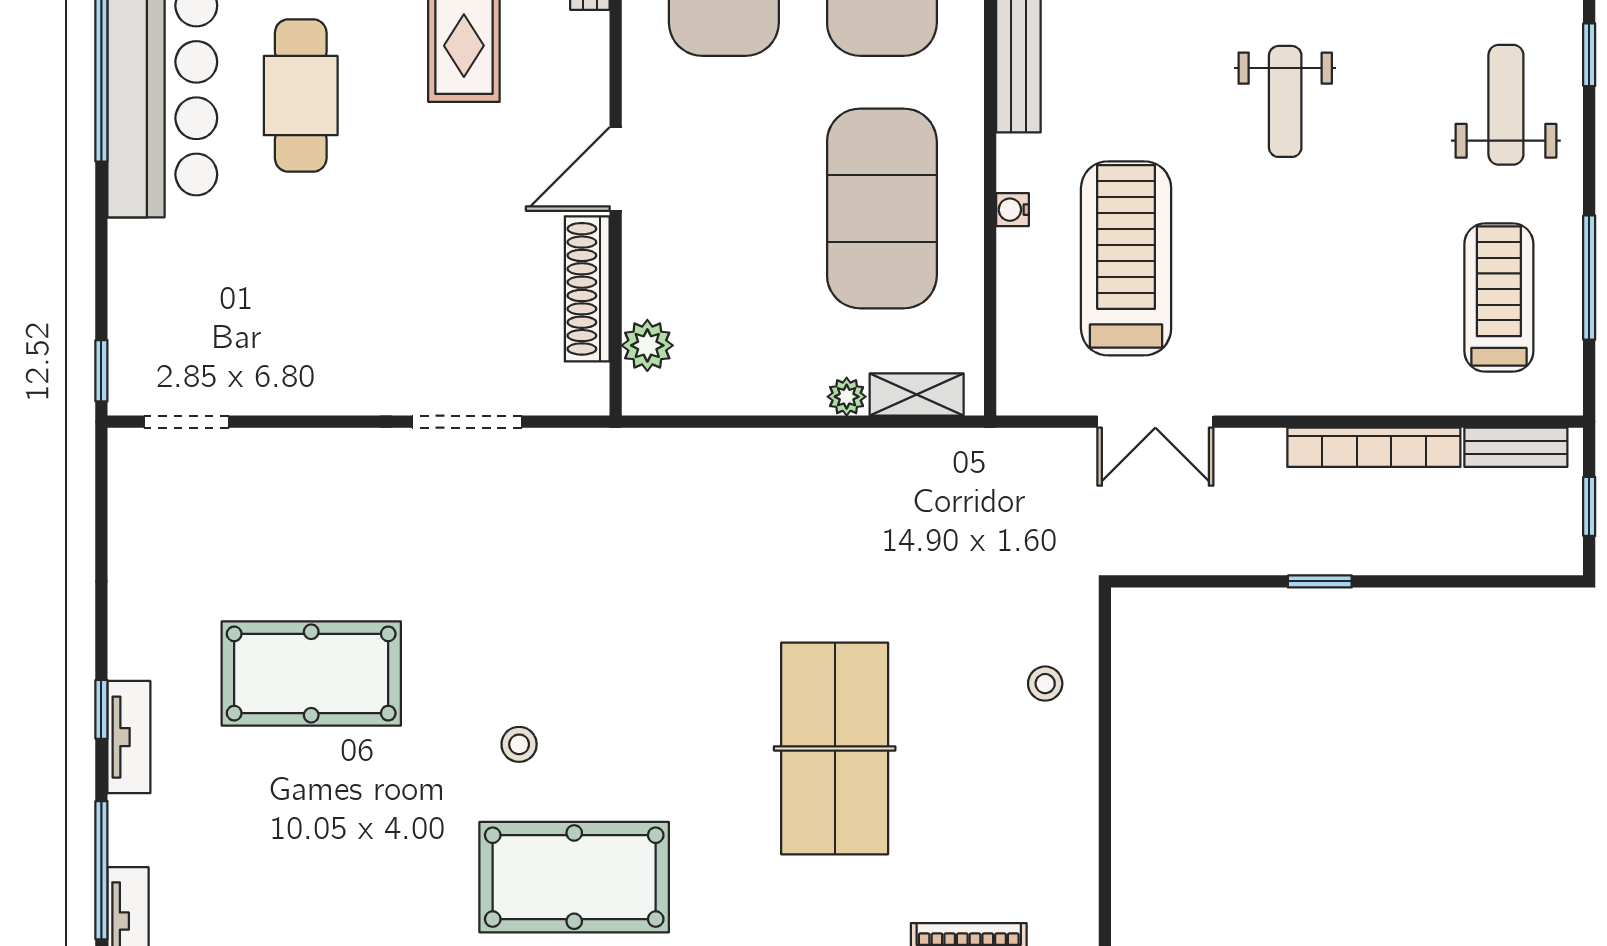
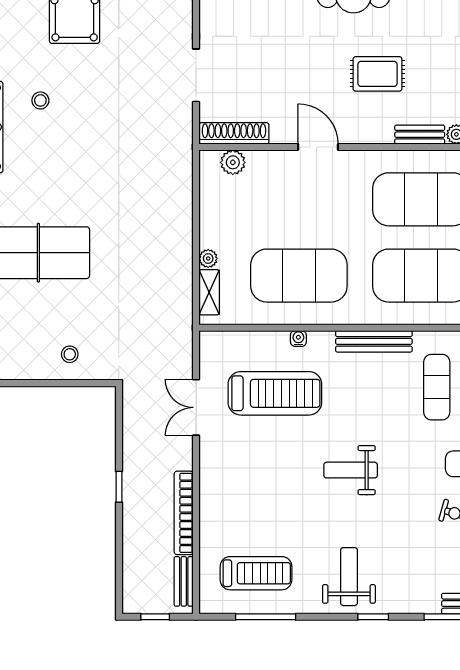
weight bench: (1506, 105) -> (349, 577), turned -90
shoe rack: (587, 289) -> (234, 133), moved

